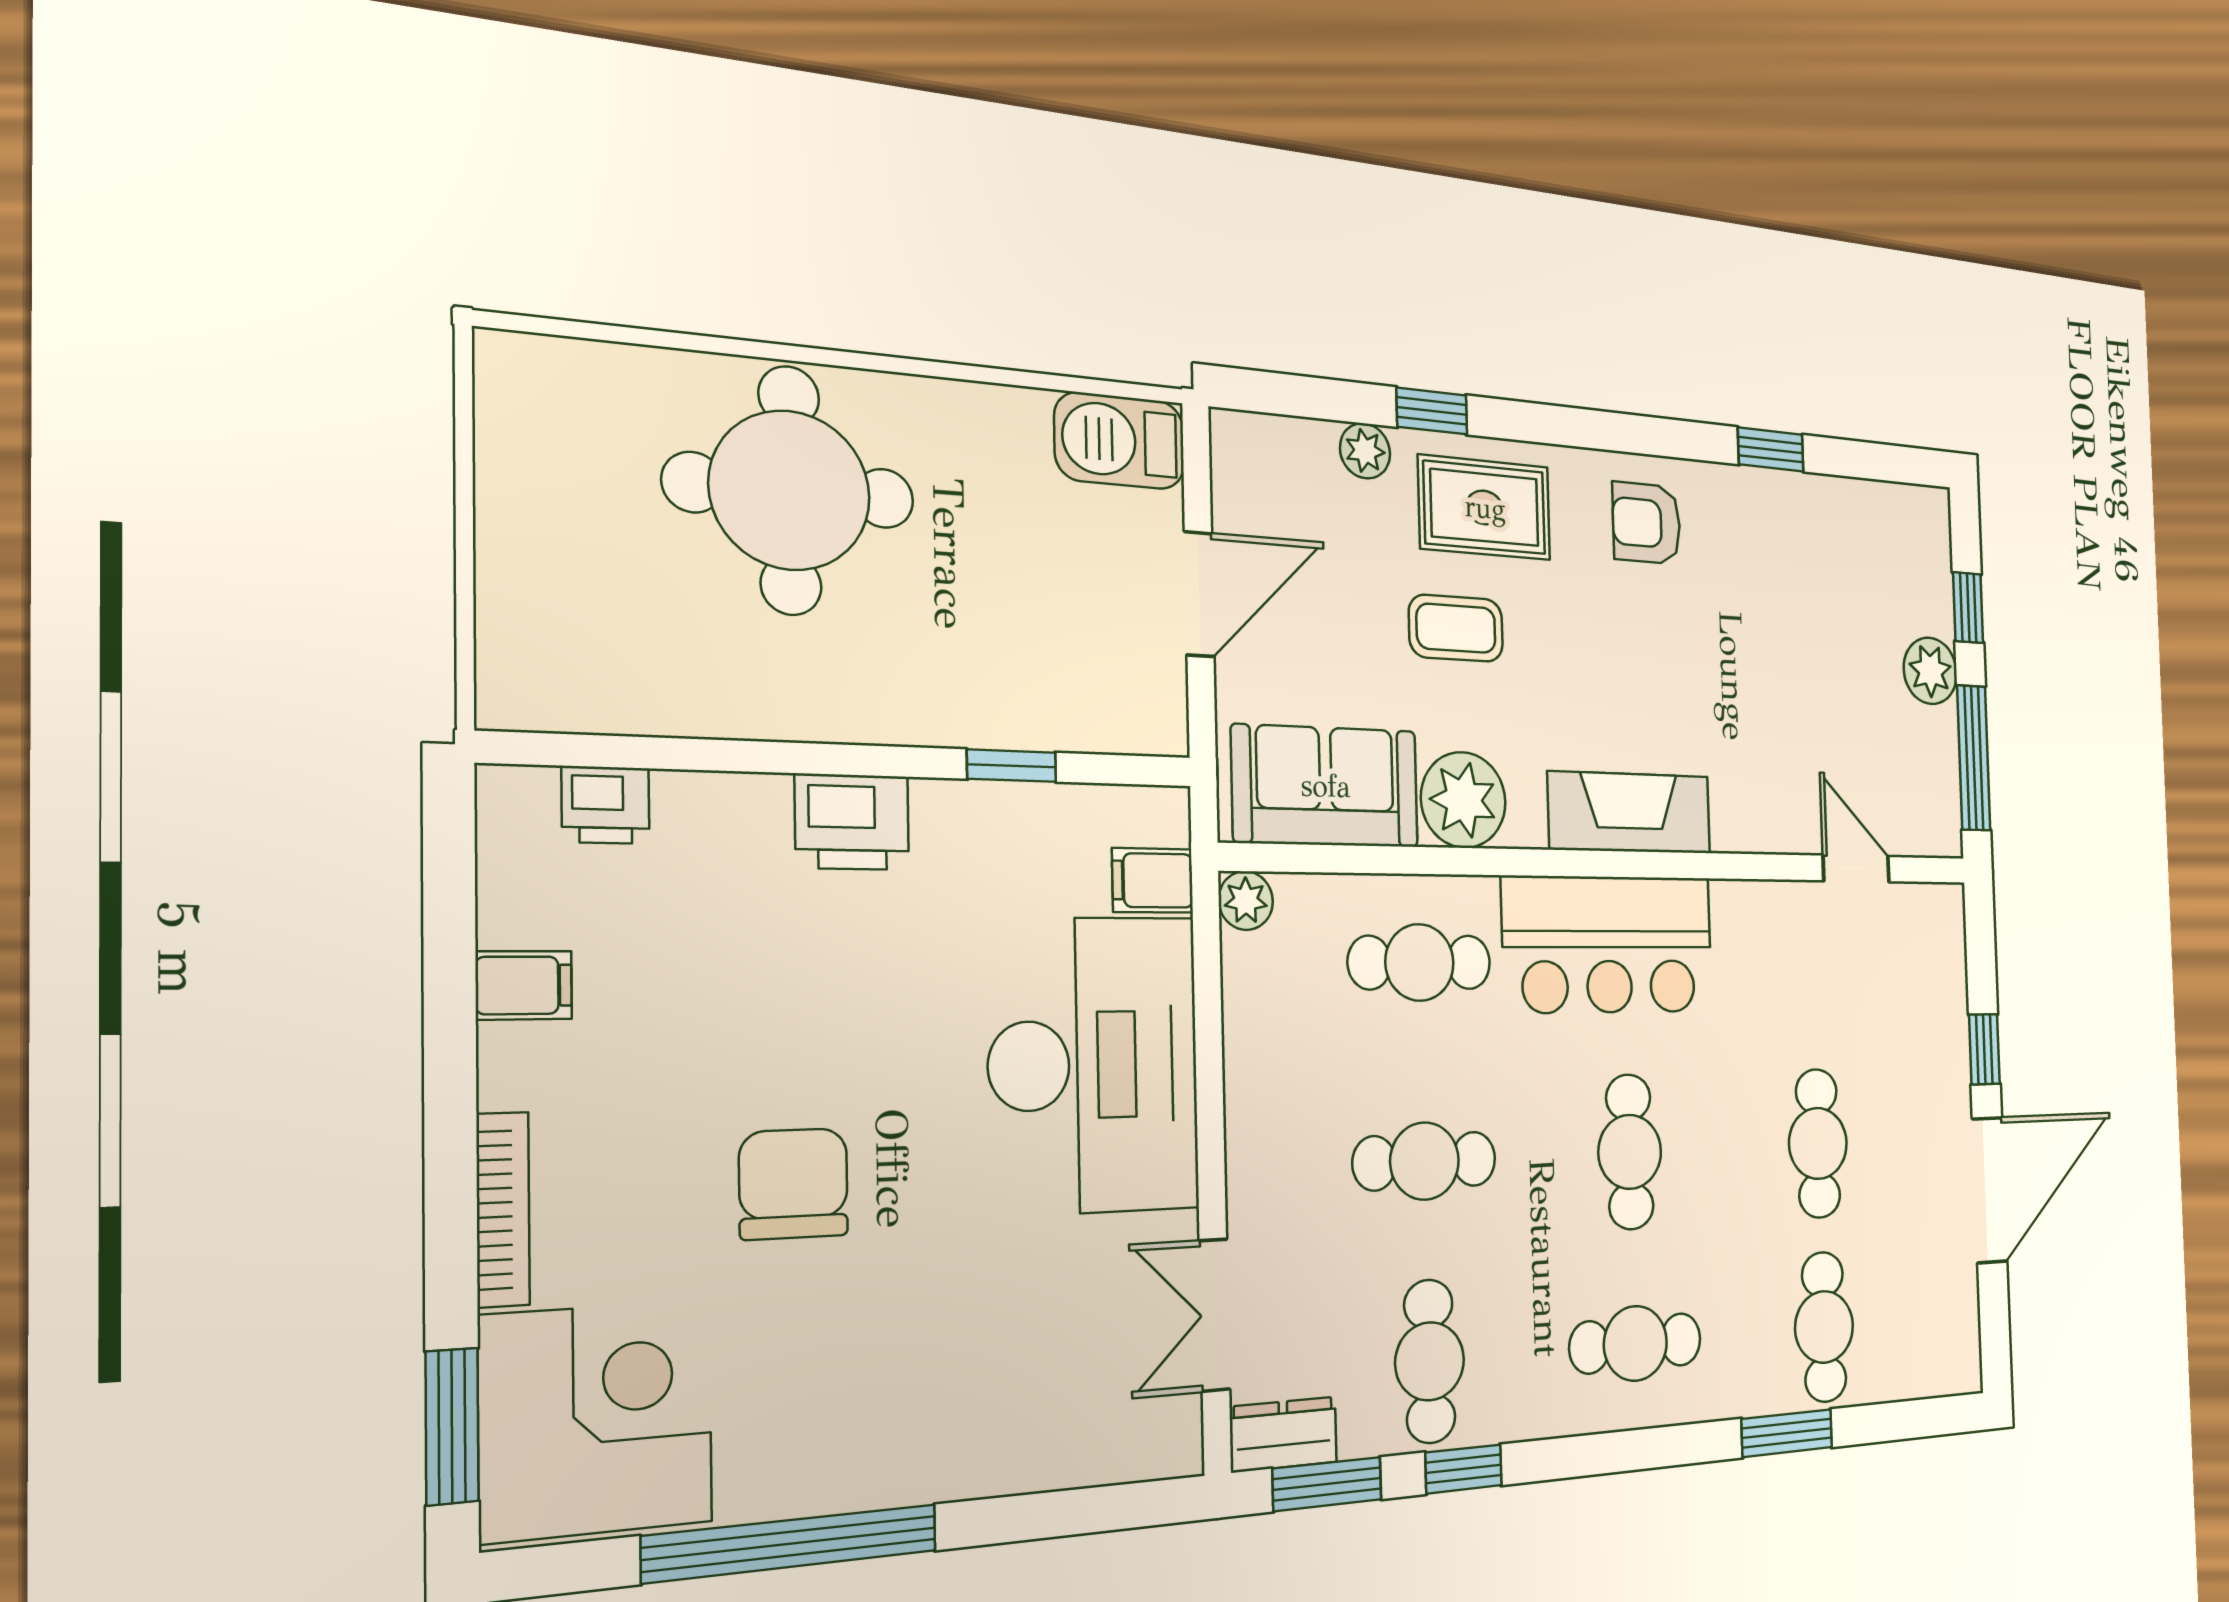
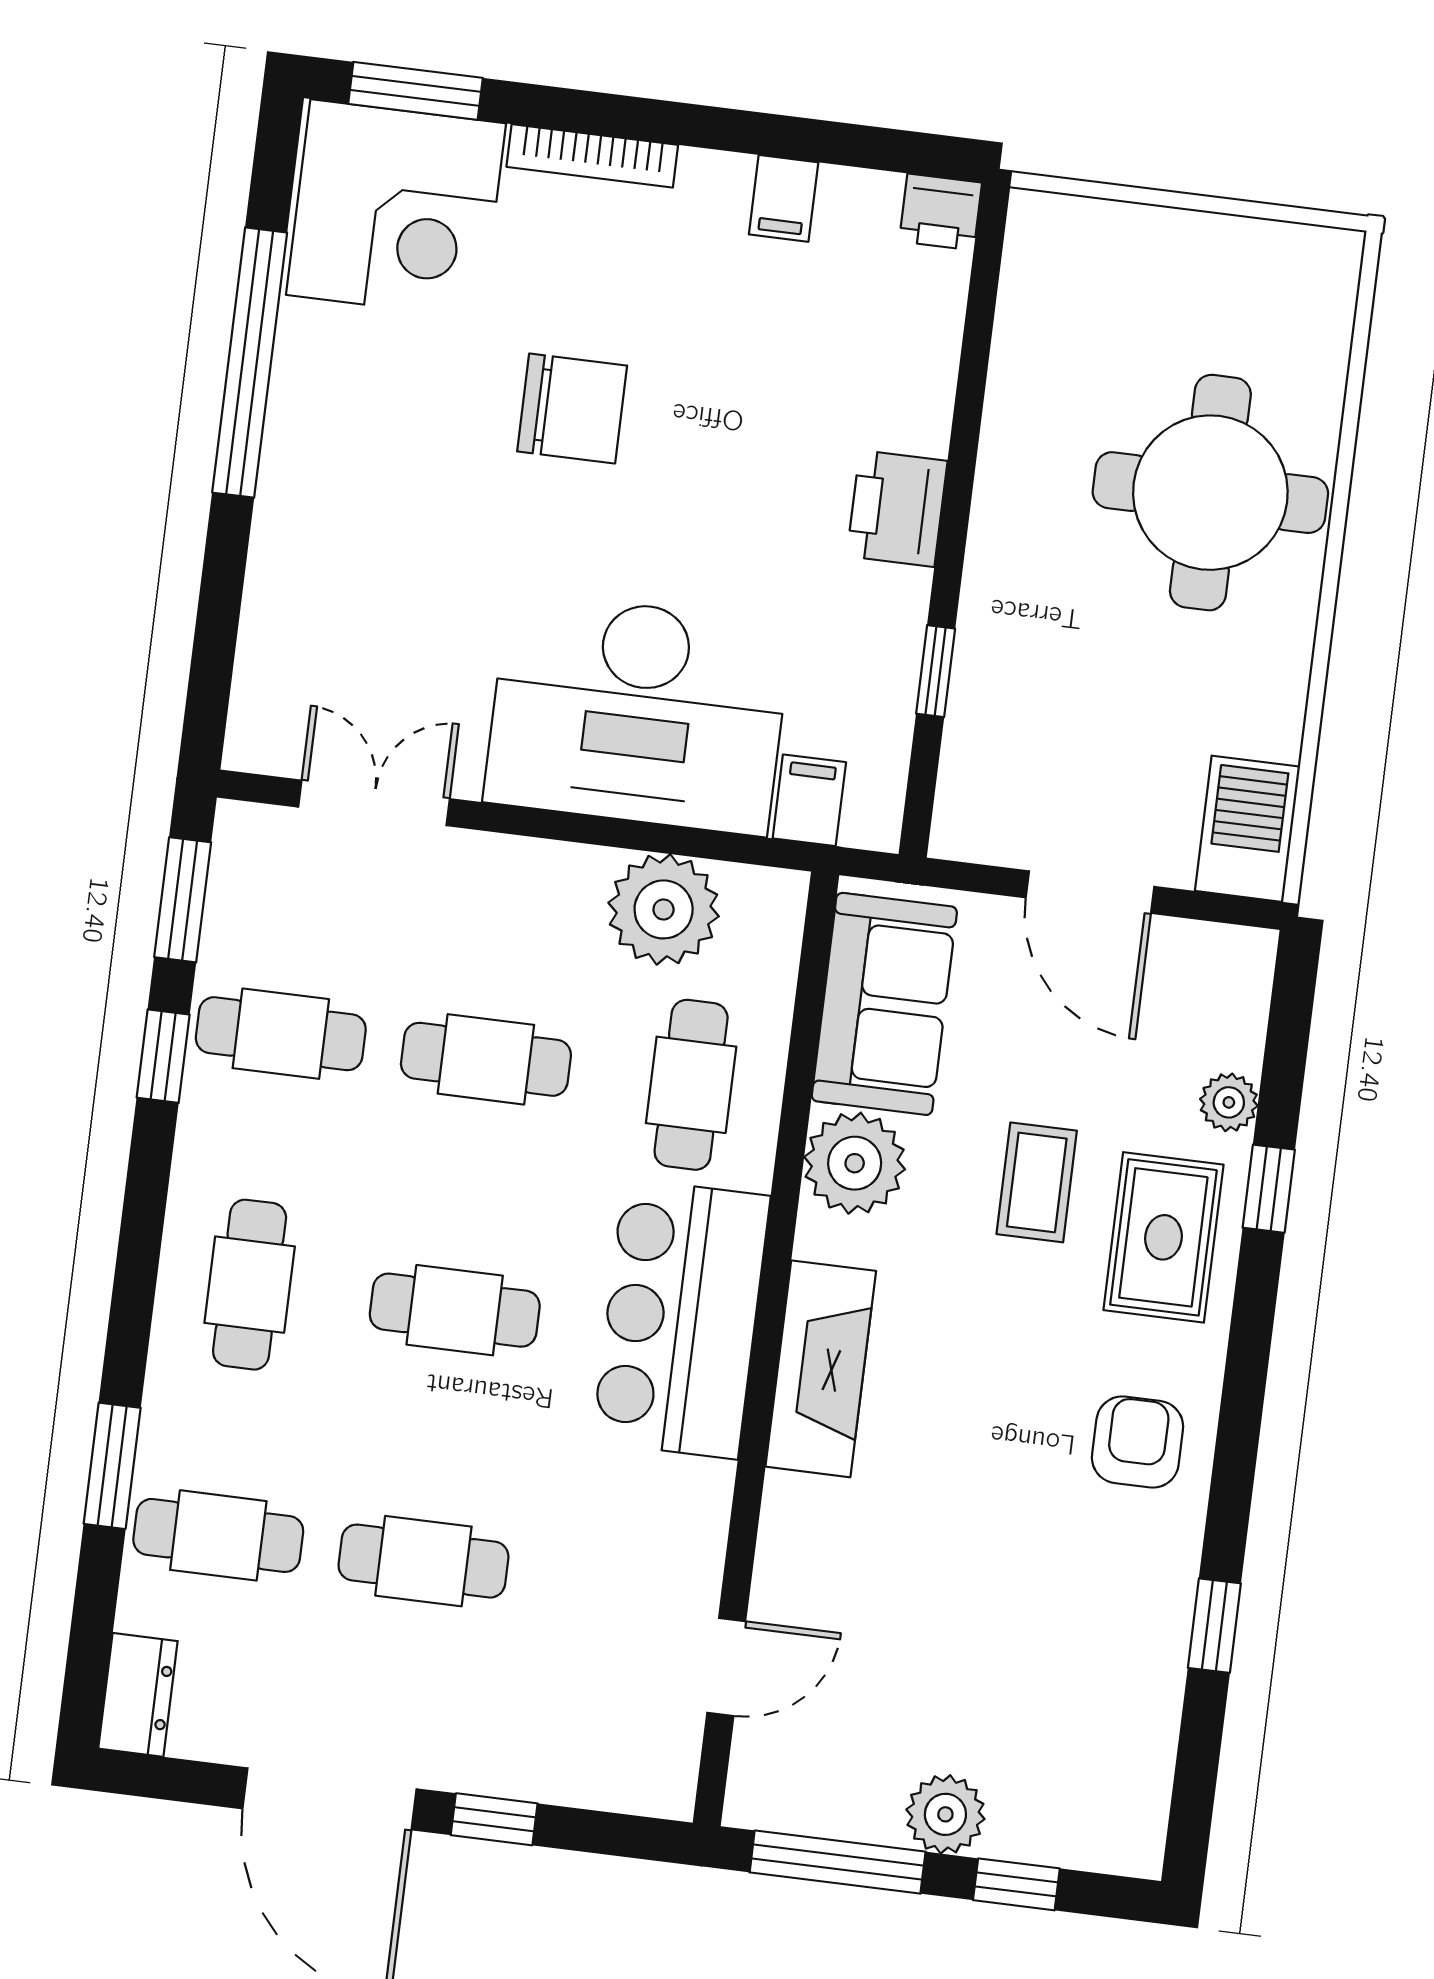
printer: (606, 805) -> (941, 212), moved, turned -90
plant: (1246, 901) -> (664, 909), moved, width x1.87, depth x1.87
cafe table: (1425, 1161) -> (486, 1059), turned 90
dresser: (1283, 1434) -> (138, 1695), moved

